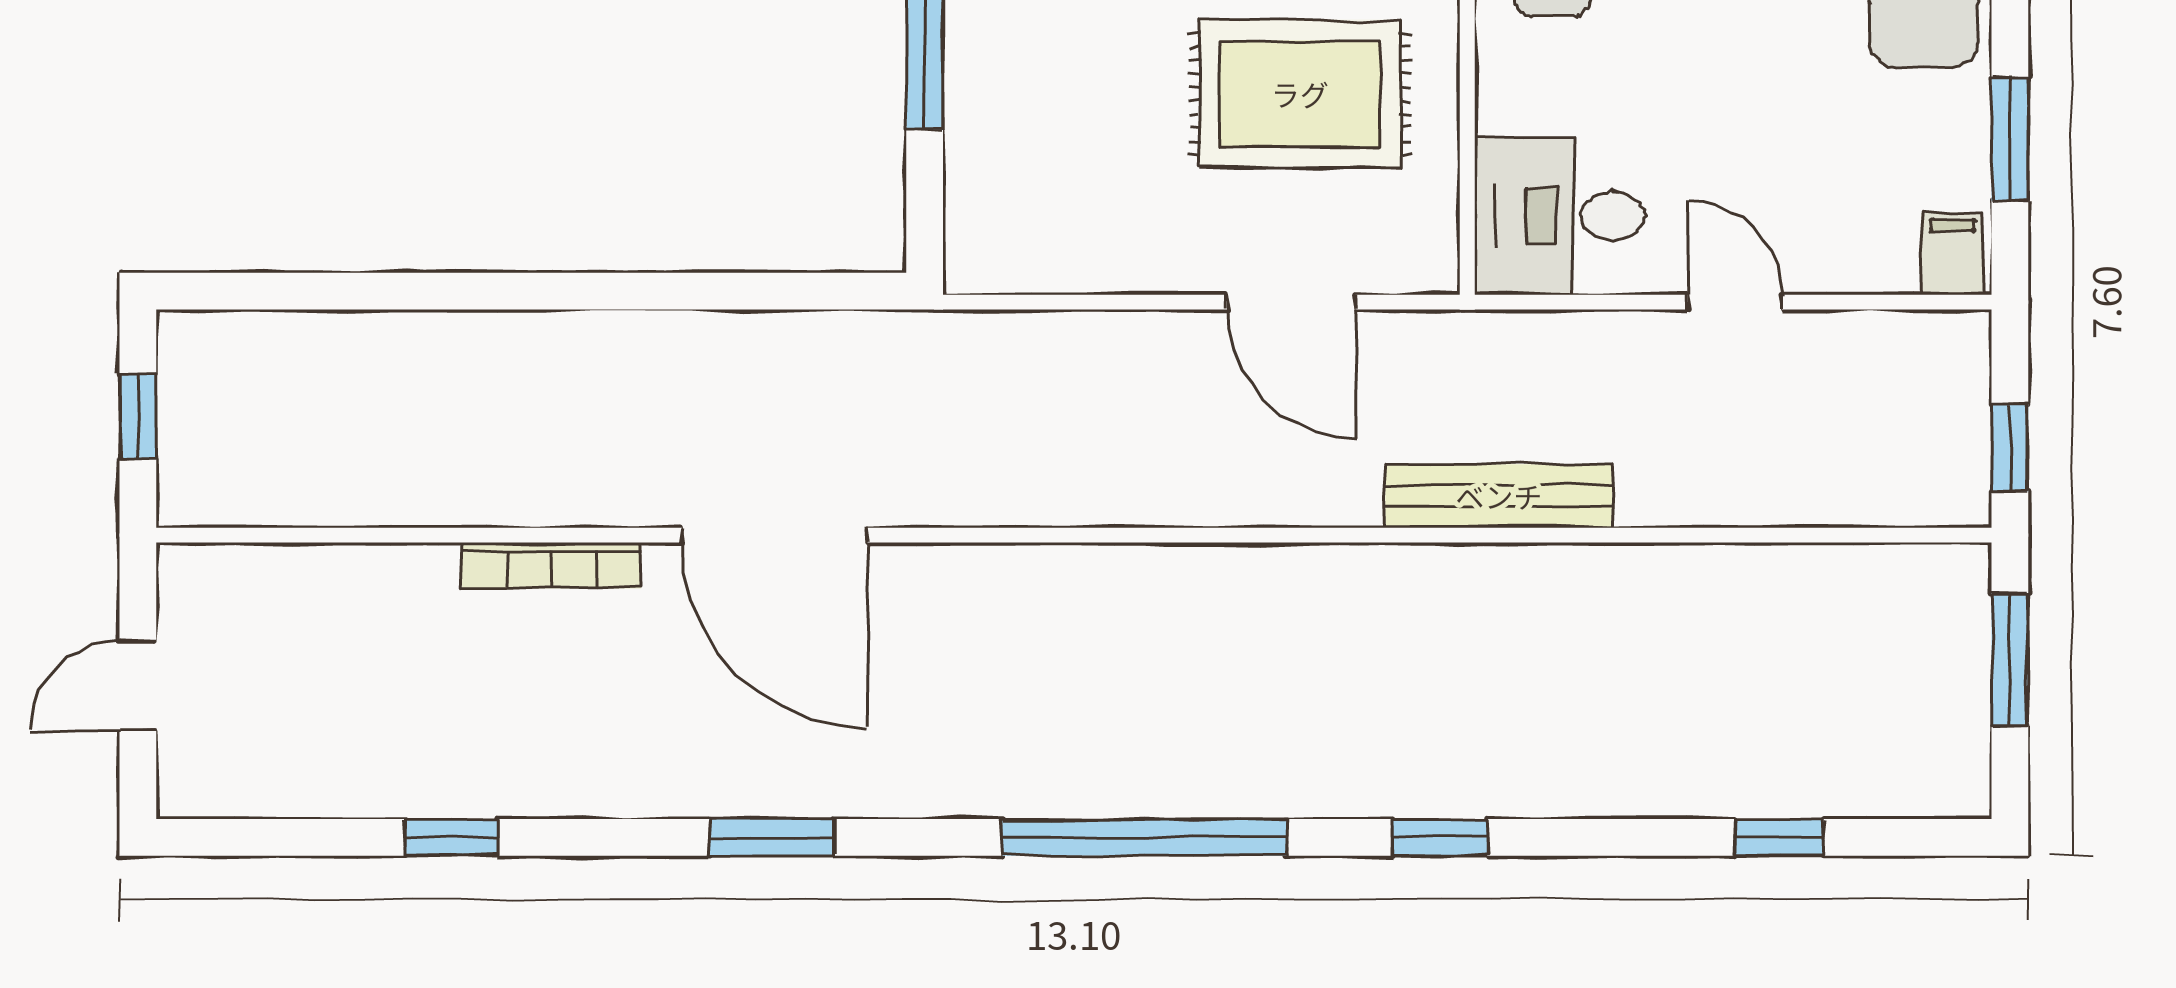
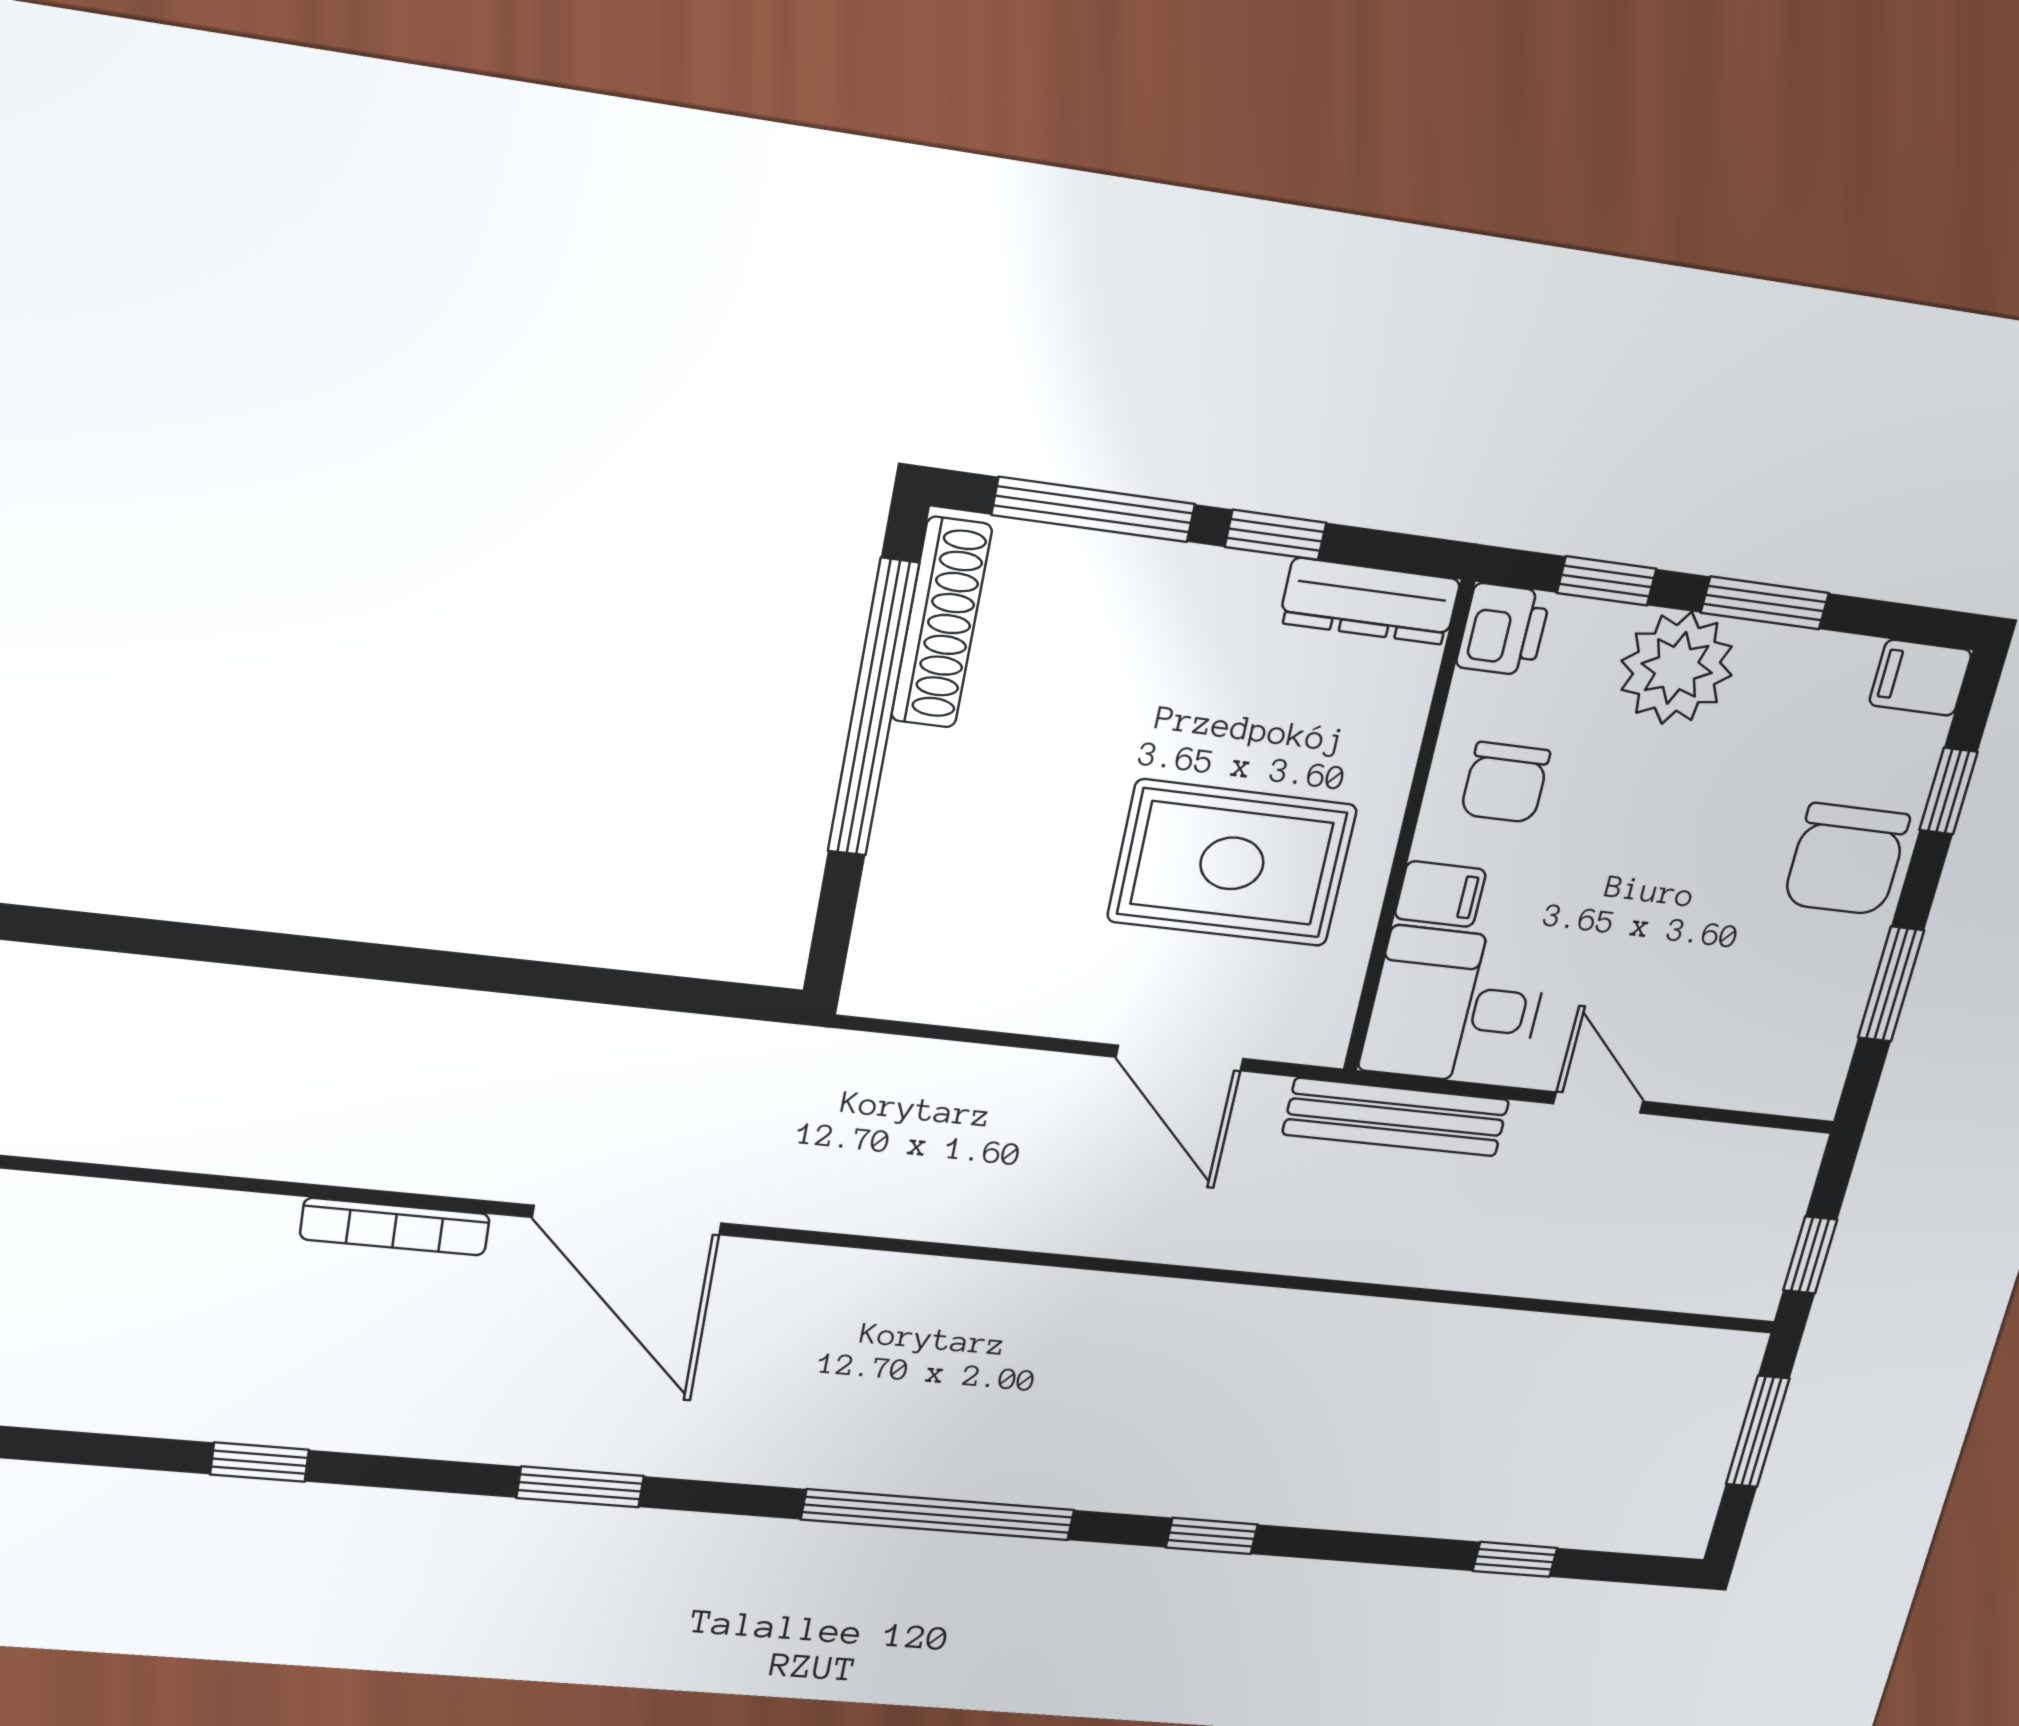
filing cabinet: (1952, 254) -> (1440, 894), moved, turned 90
bench: (1499, 496) -> (1396, 1117), moved

